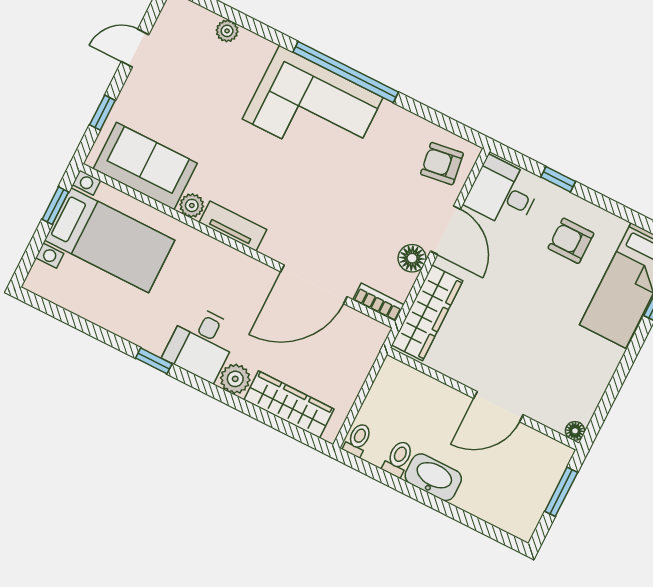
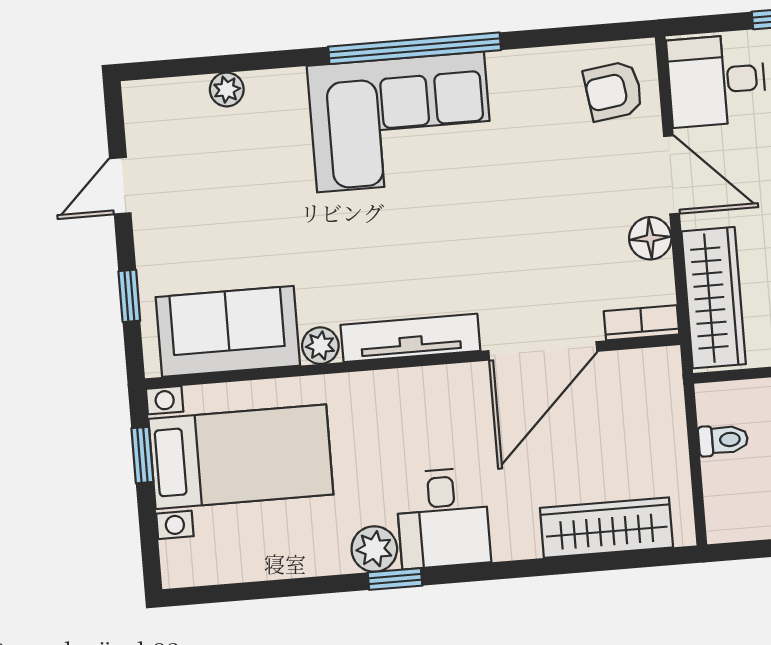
tv unit: (233, 226) -> (410, 338), width x1.41
plant: (235, 379) -> (374, 549), moved
toilet: (358, 440) -> (723, 440), moved, turned 90

